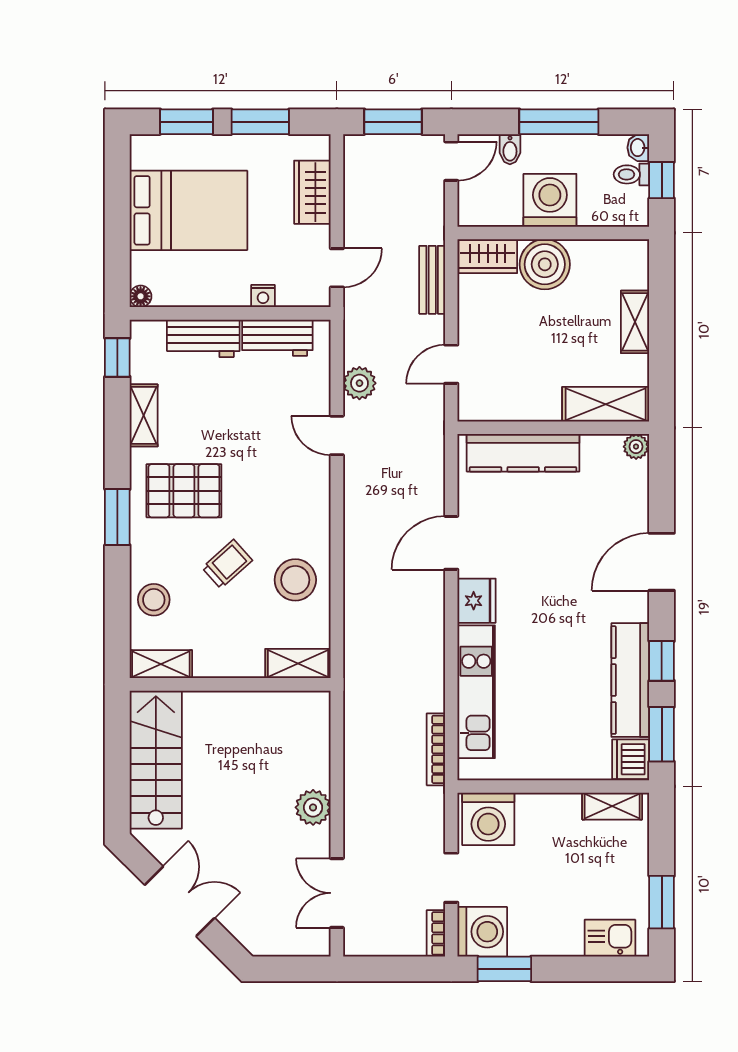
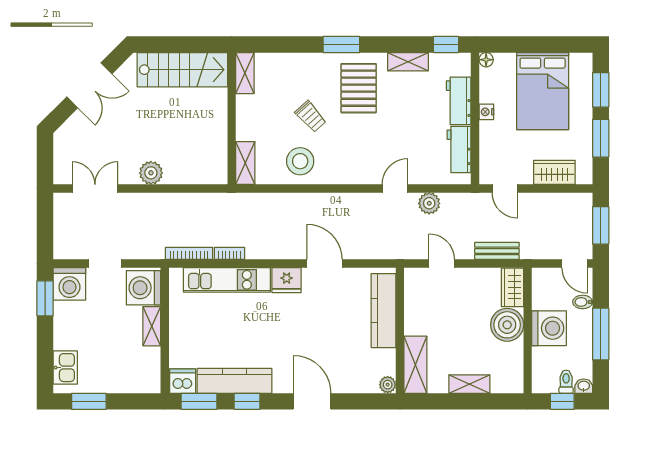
nightstand: (263, 296) -> (486, 112), moved
stool: (154, 600) -> (287, 68), removed
shelving: (612, 806) -> (152, 326), moved
bookcase: (436, 933) -> (229, 253), moved

